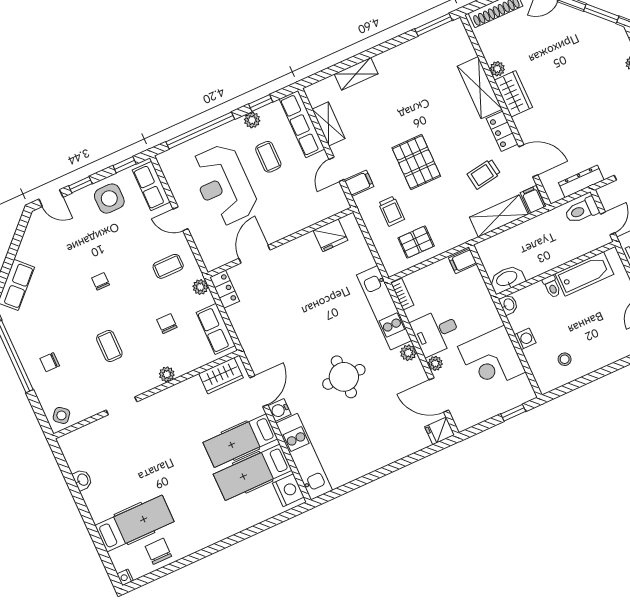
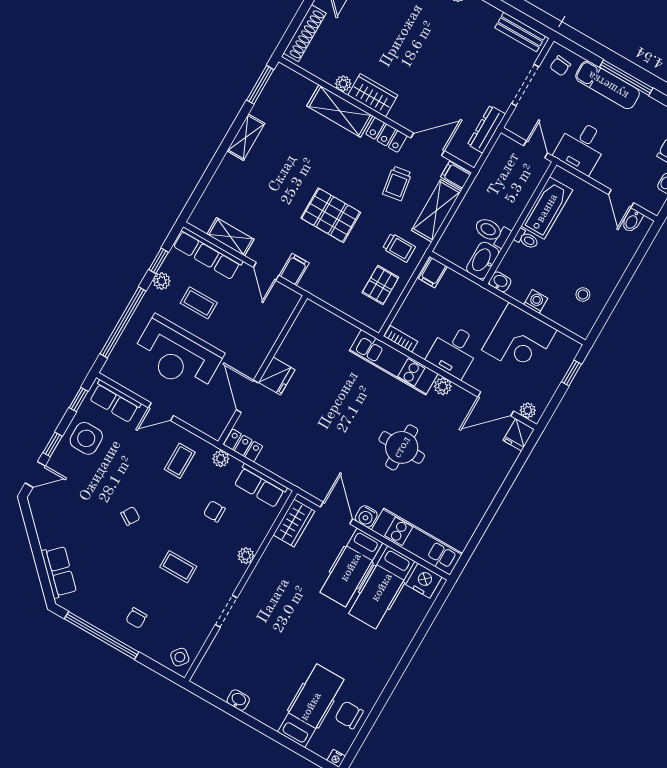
shelving: (356, 74) -> (246, 137), moved
toilet: (582, 210) -> (492, 232), moved, turned 90
trolley: (391, 211) -> (399, 248), moved
fridge: (330, 235) -> (277, 376), moved
chair: (101, 281) -> (130, 516), turned 122
plant: (435, 363) -> (528, 410), moved

